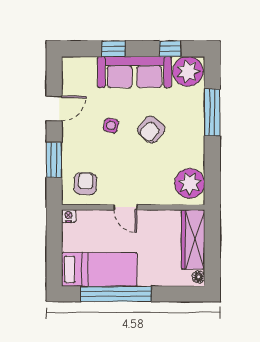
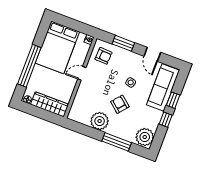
window: (170, 49) -> (166, 120), moved
sofa: (134, 72) -> (163, 87), moved
plant: (190, 183) -> (100, 121), moved
bed: (99, 269) -> (57, 47), width x1.50
window: (116, 294) -> (29, 66), moved

